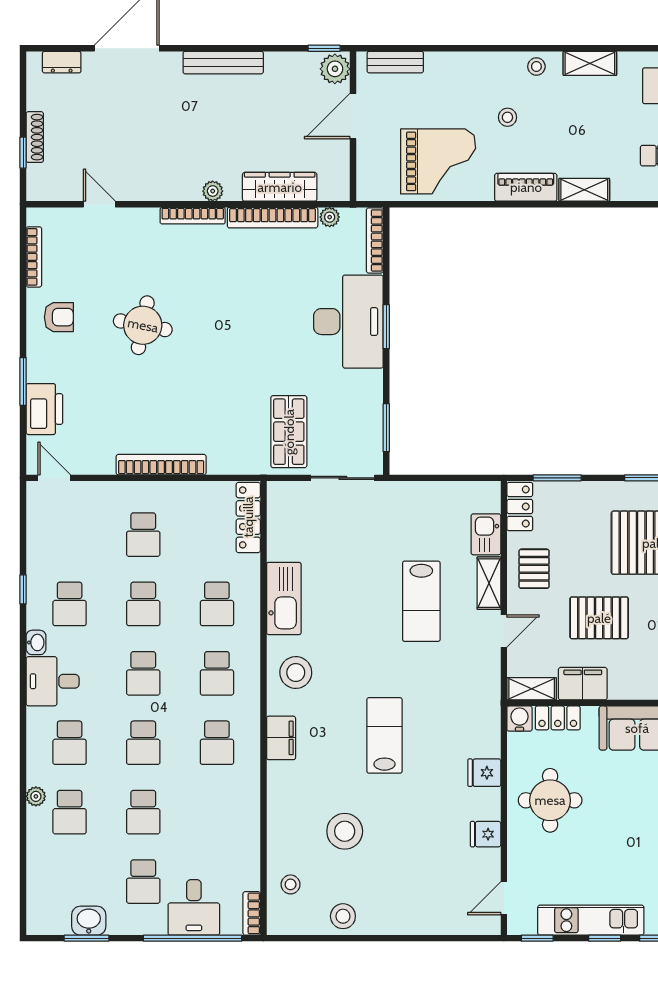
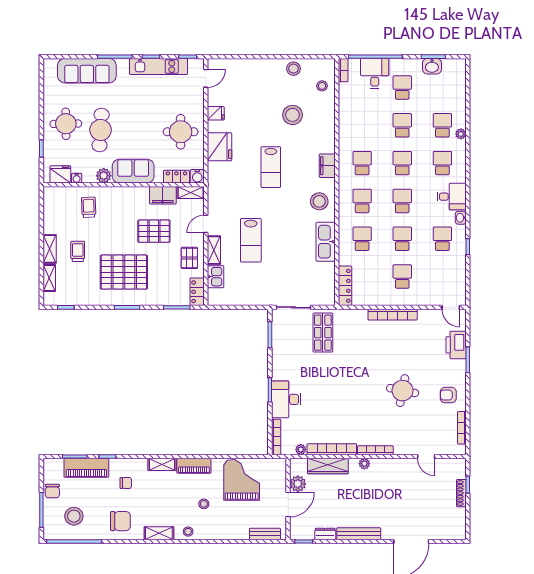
dresser: (62, 62) -> (325, 534), moved
plant: (335, 69) -> (298, 484), moved
grand piano: (438, 161) -> (242, 480), turned 90
desk: (348, 322) -> (286, 399), width x0.73, depth x0.77
lab bench: (421, 601) -> (251, 240), turned 180
fridge: (484, 773) -> (220, 147), width x1.88, depth x1.34

